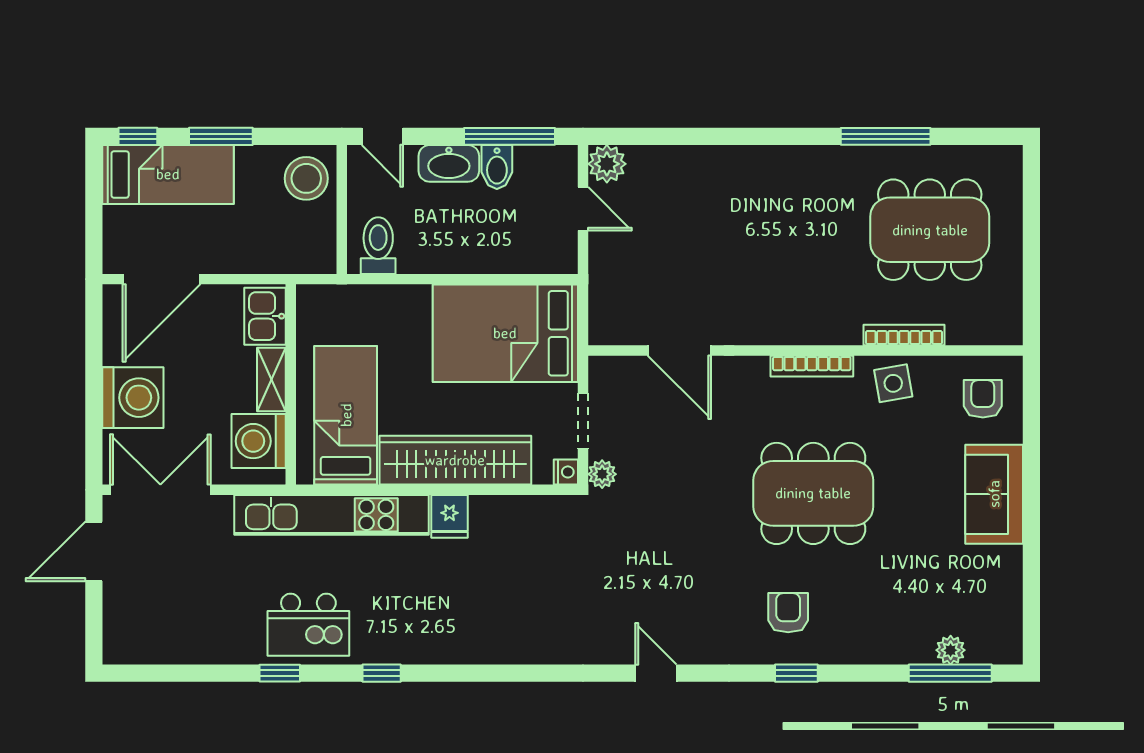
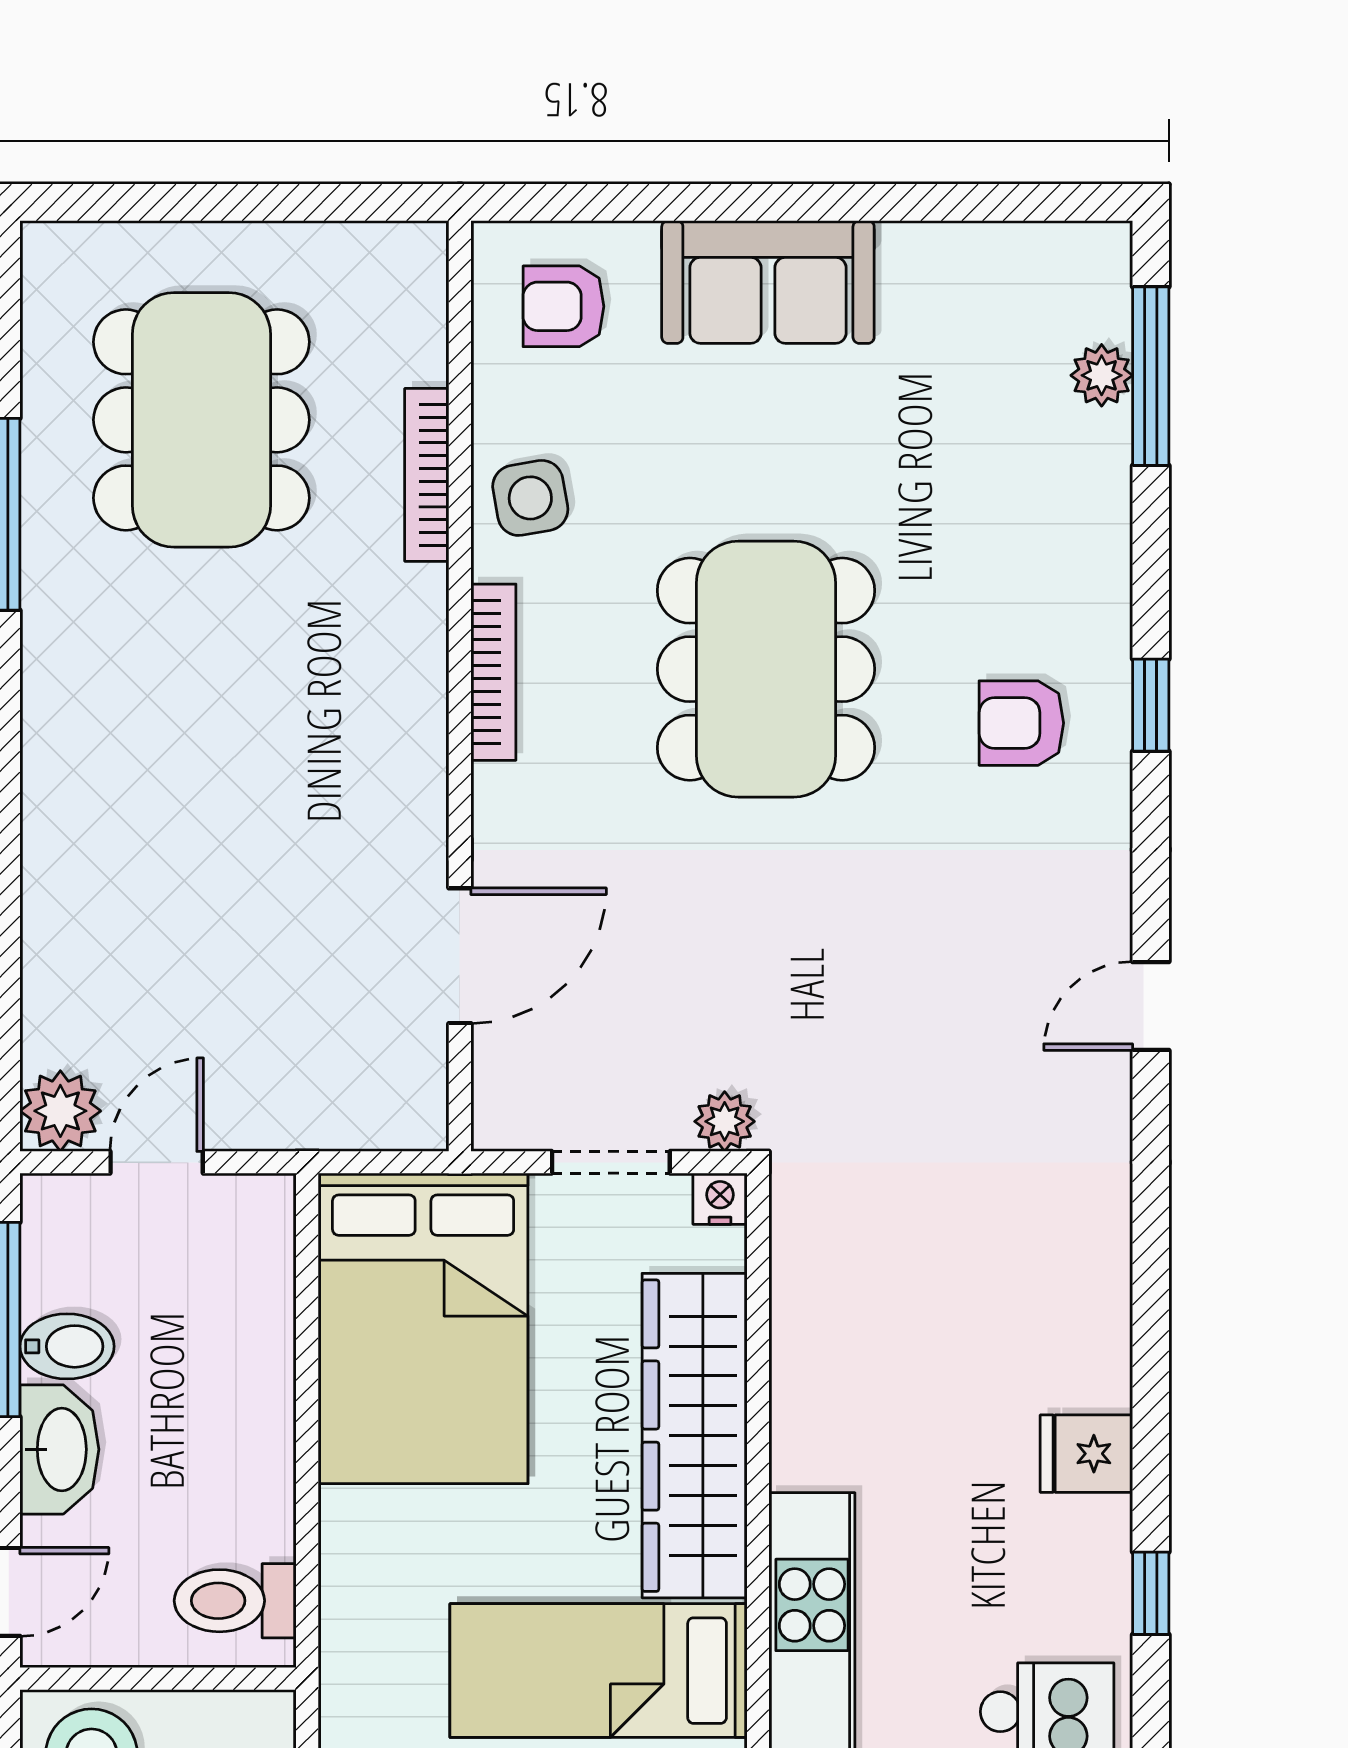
fridge: (449, 516) -> (1086, 1454), moved, turned 180

